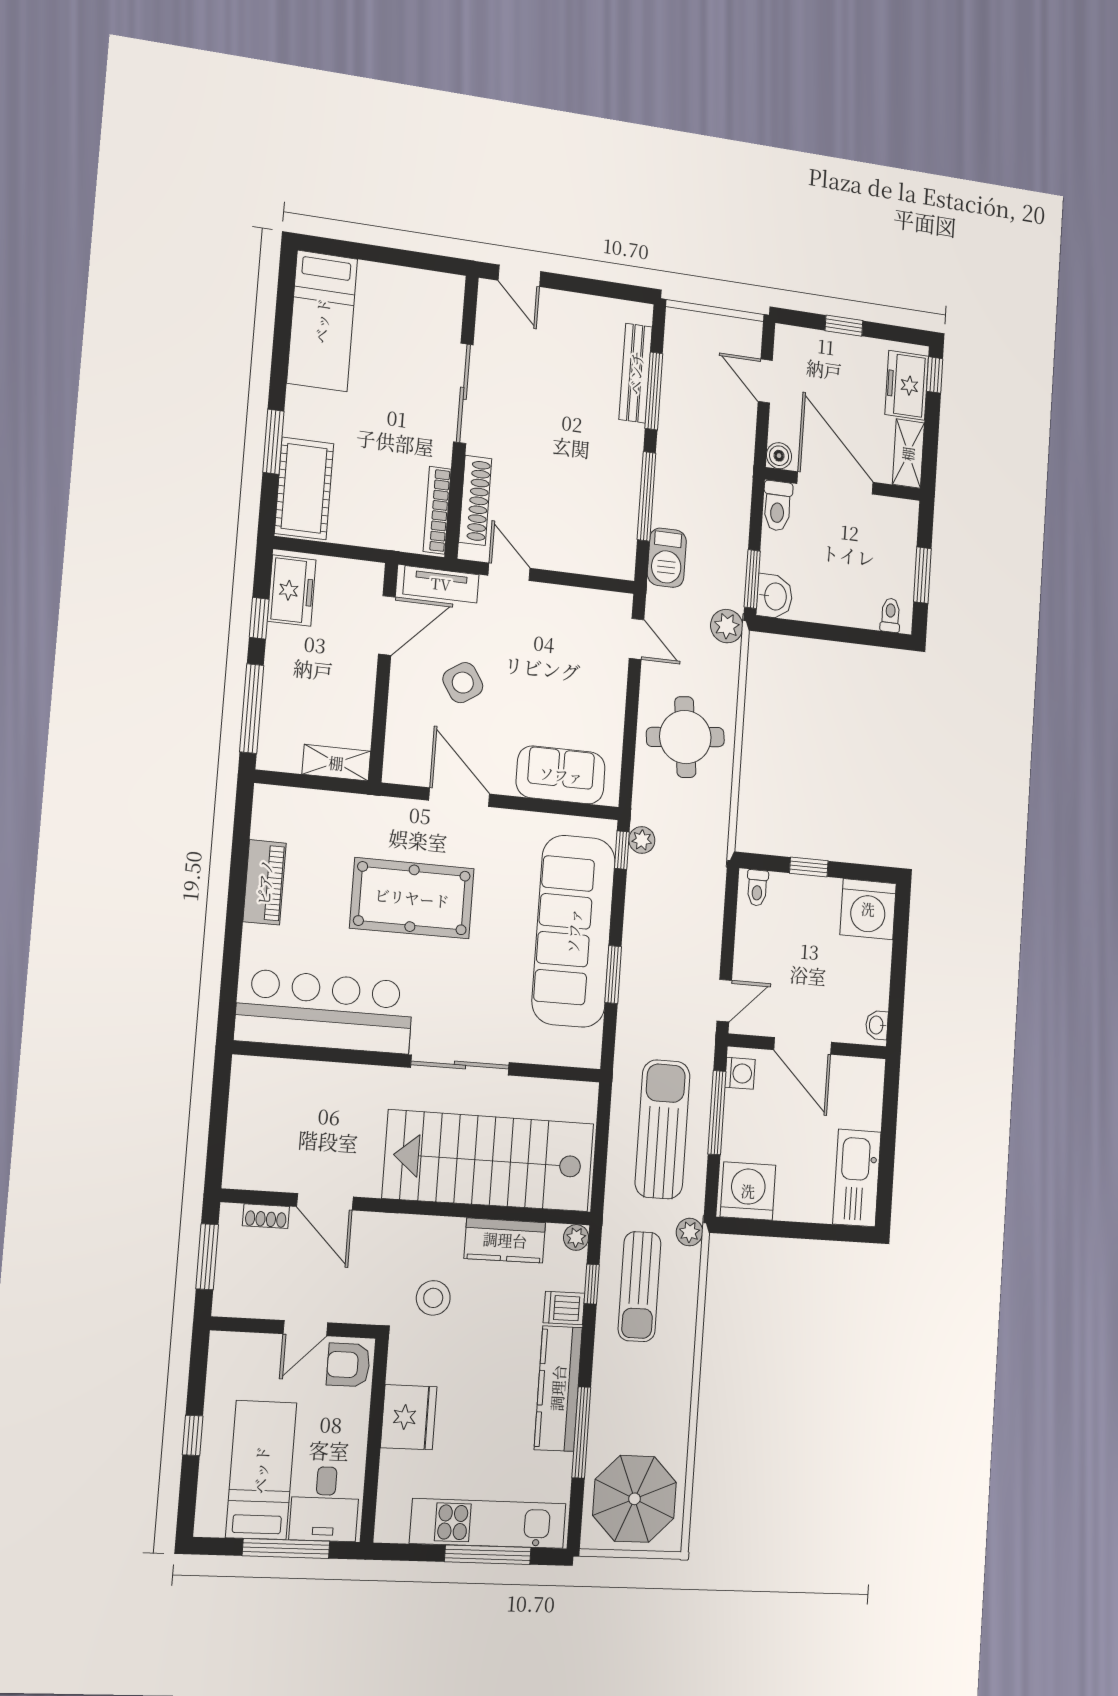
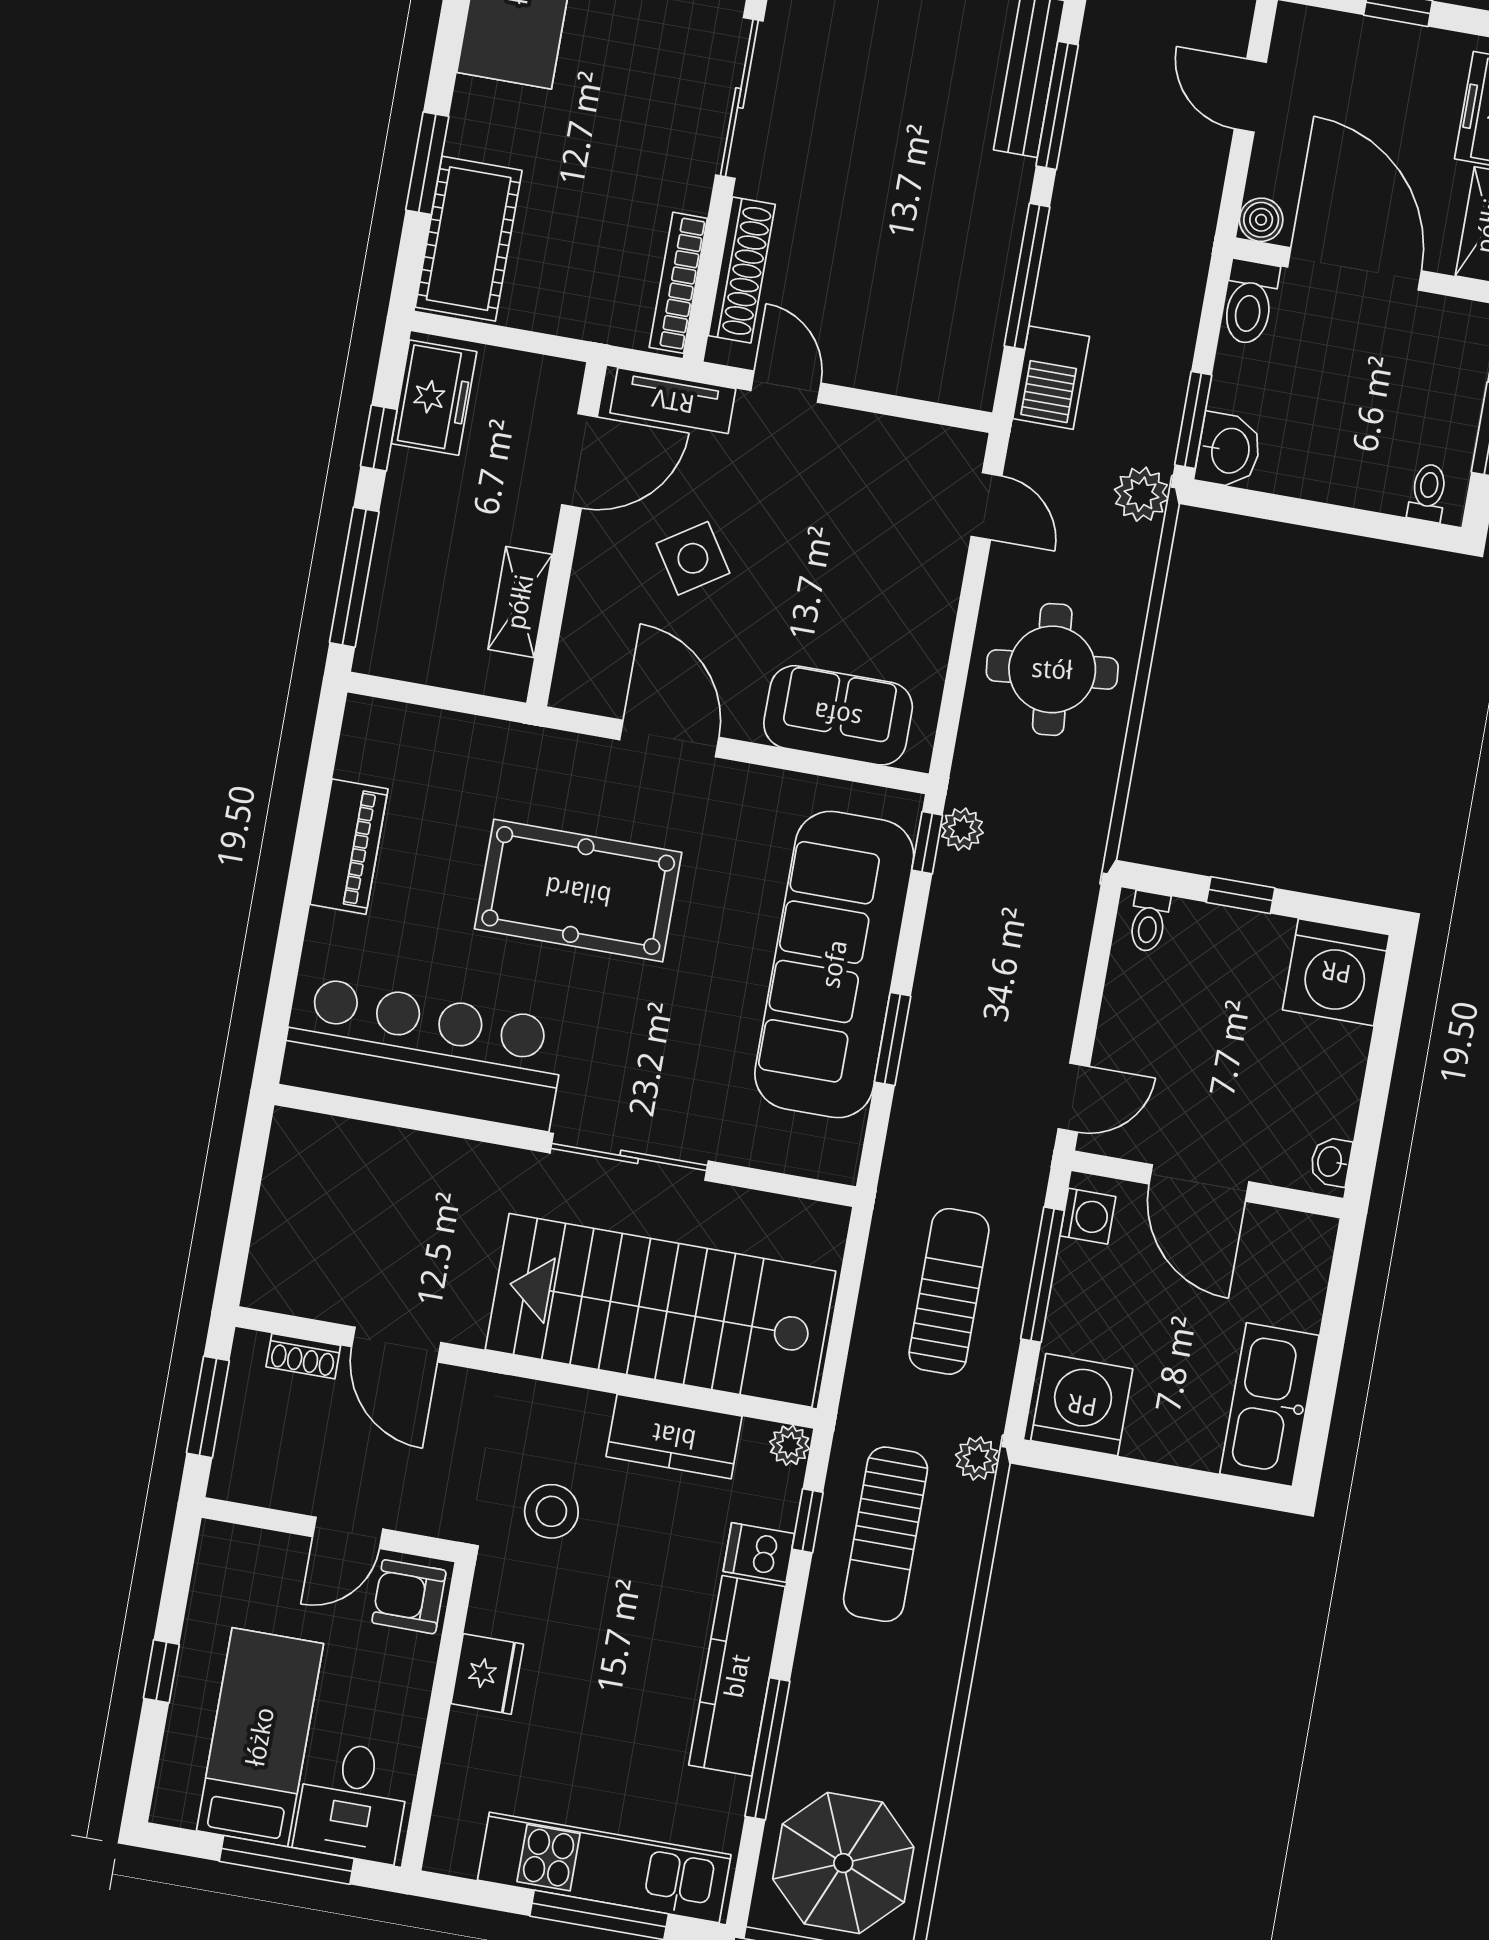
shelving: (336, 763) -> (520, 602), moved, turned 90
sun lounger: (662, 1129) -> (949, 1291), width x0.73, depth x0.75
fridge: (409, 1417) -> (487, 1674), width x0.73, depth x0.75

